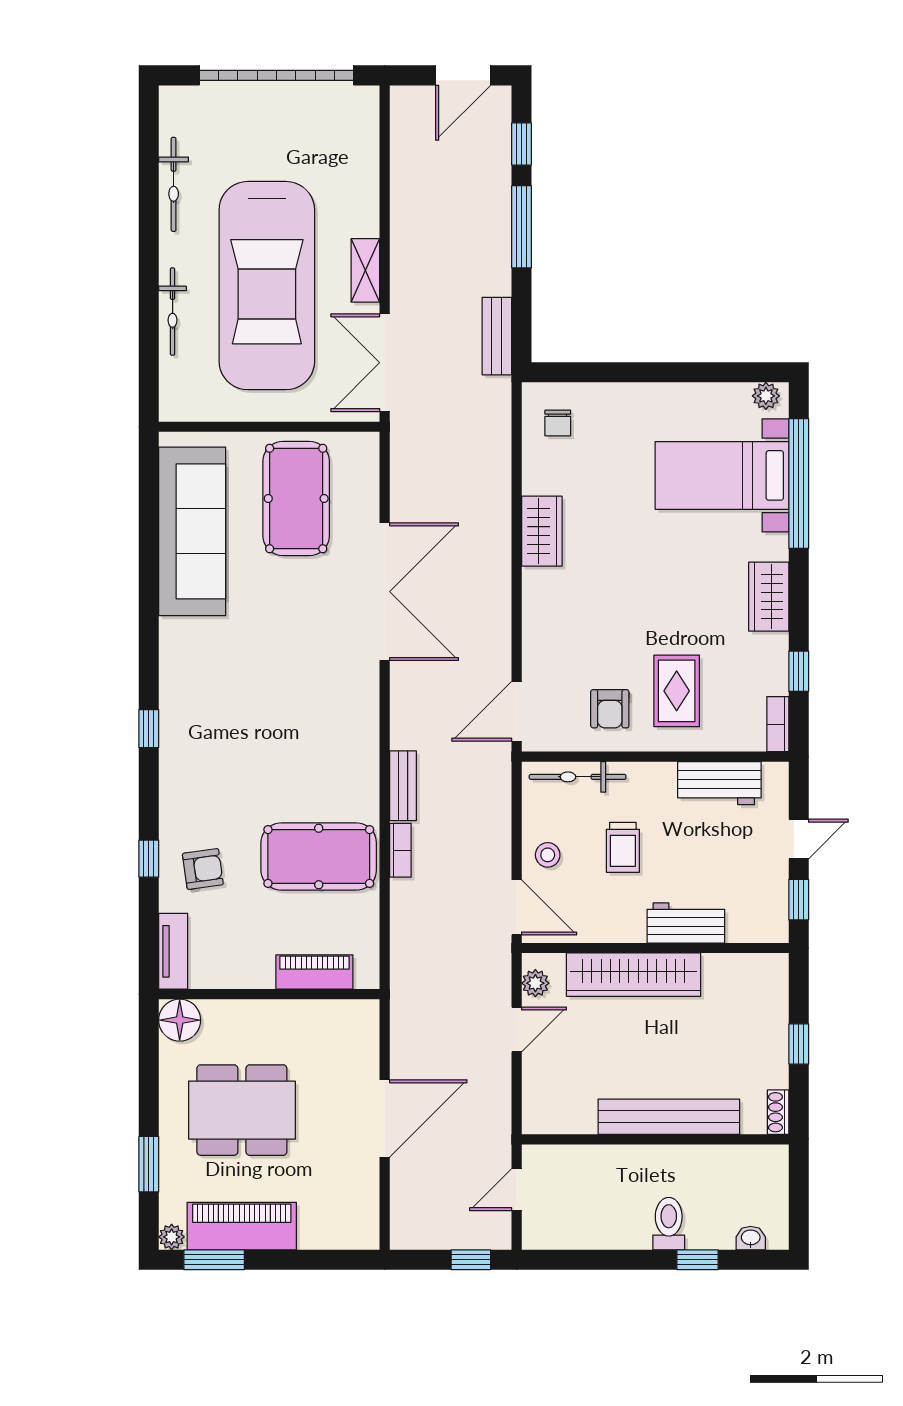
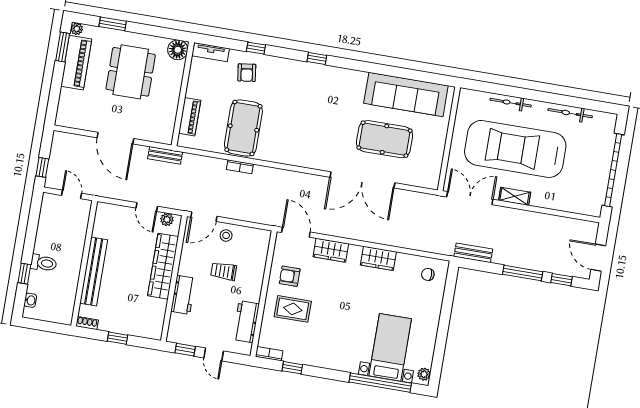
pool table: (296, 498) -> (384, 139), moved
wardrobe: (769, 597) -> (331, 250), moved, turned 180
bicycle: (578, 777) -> (260, 256), removed
bench: (403, 786) -> (165, 155), moved

